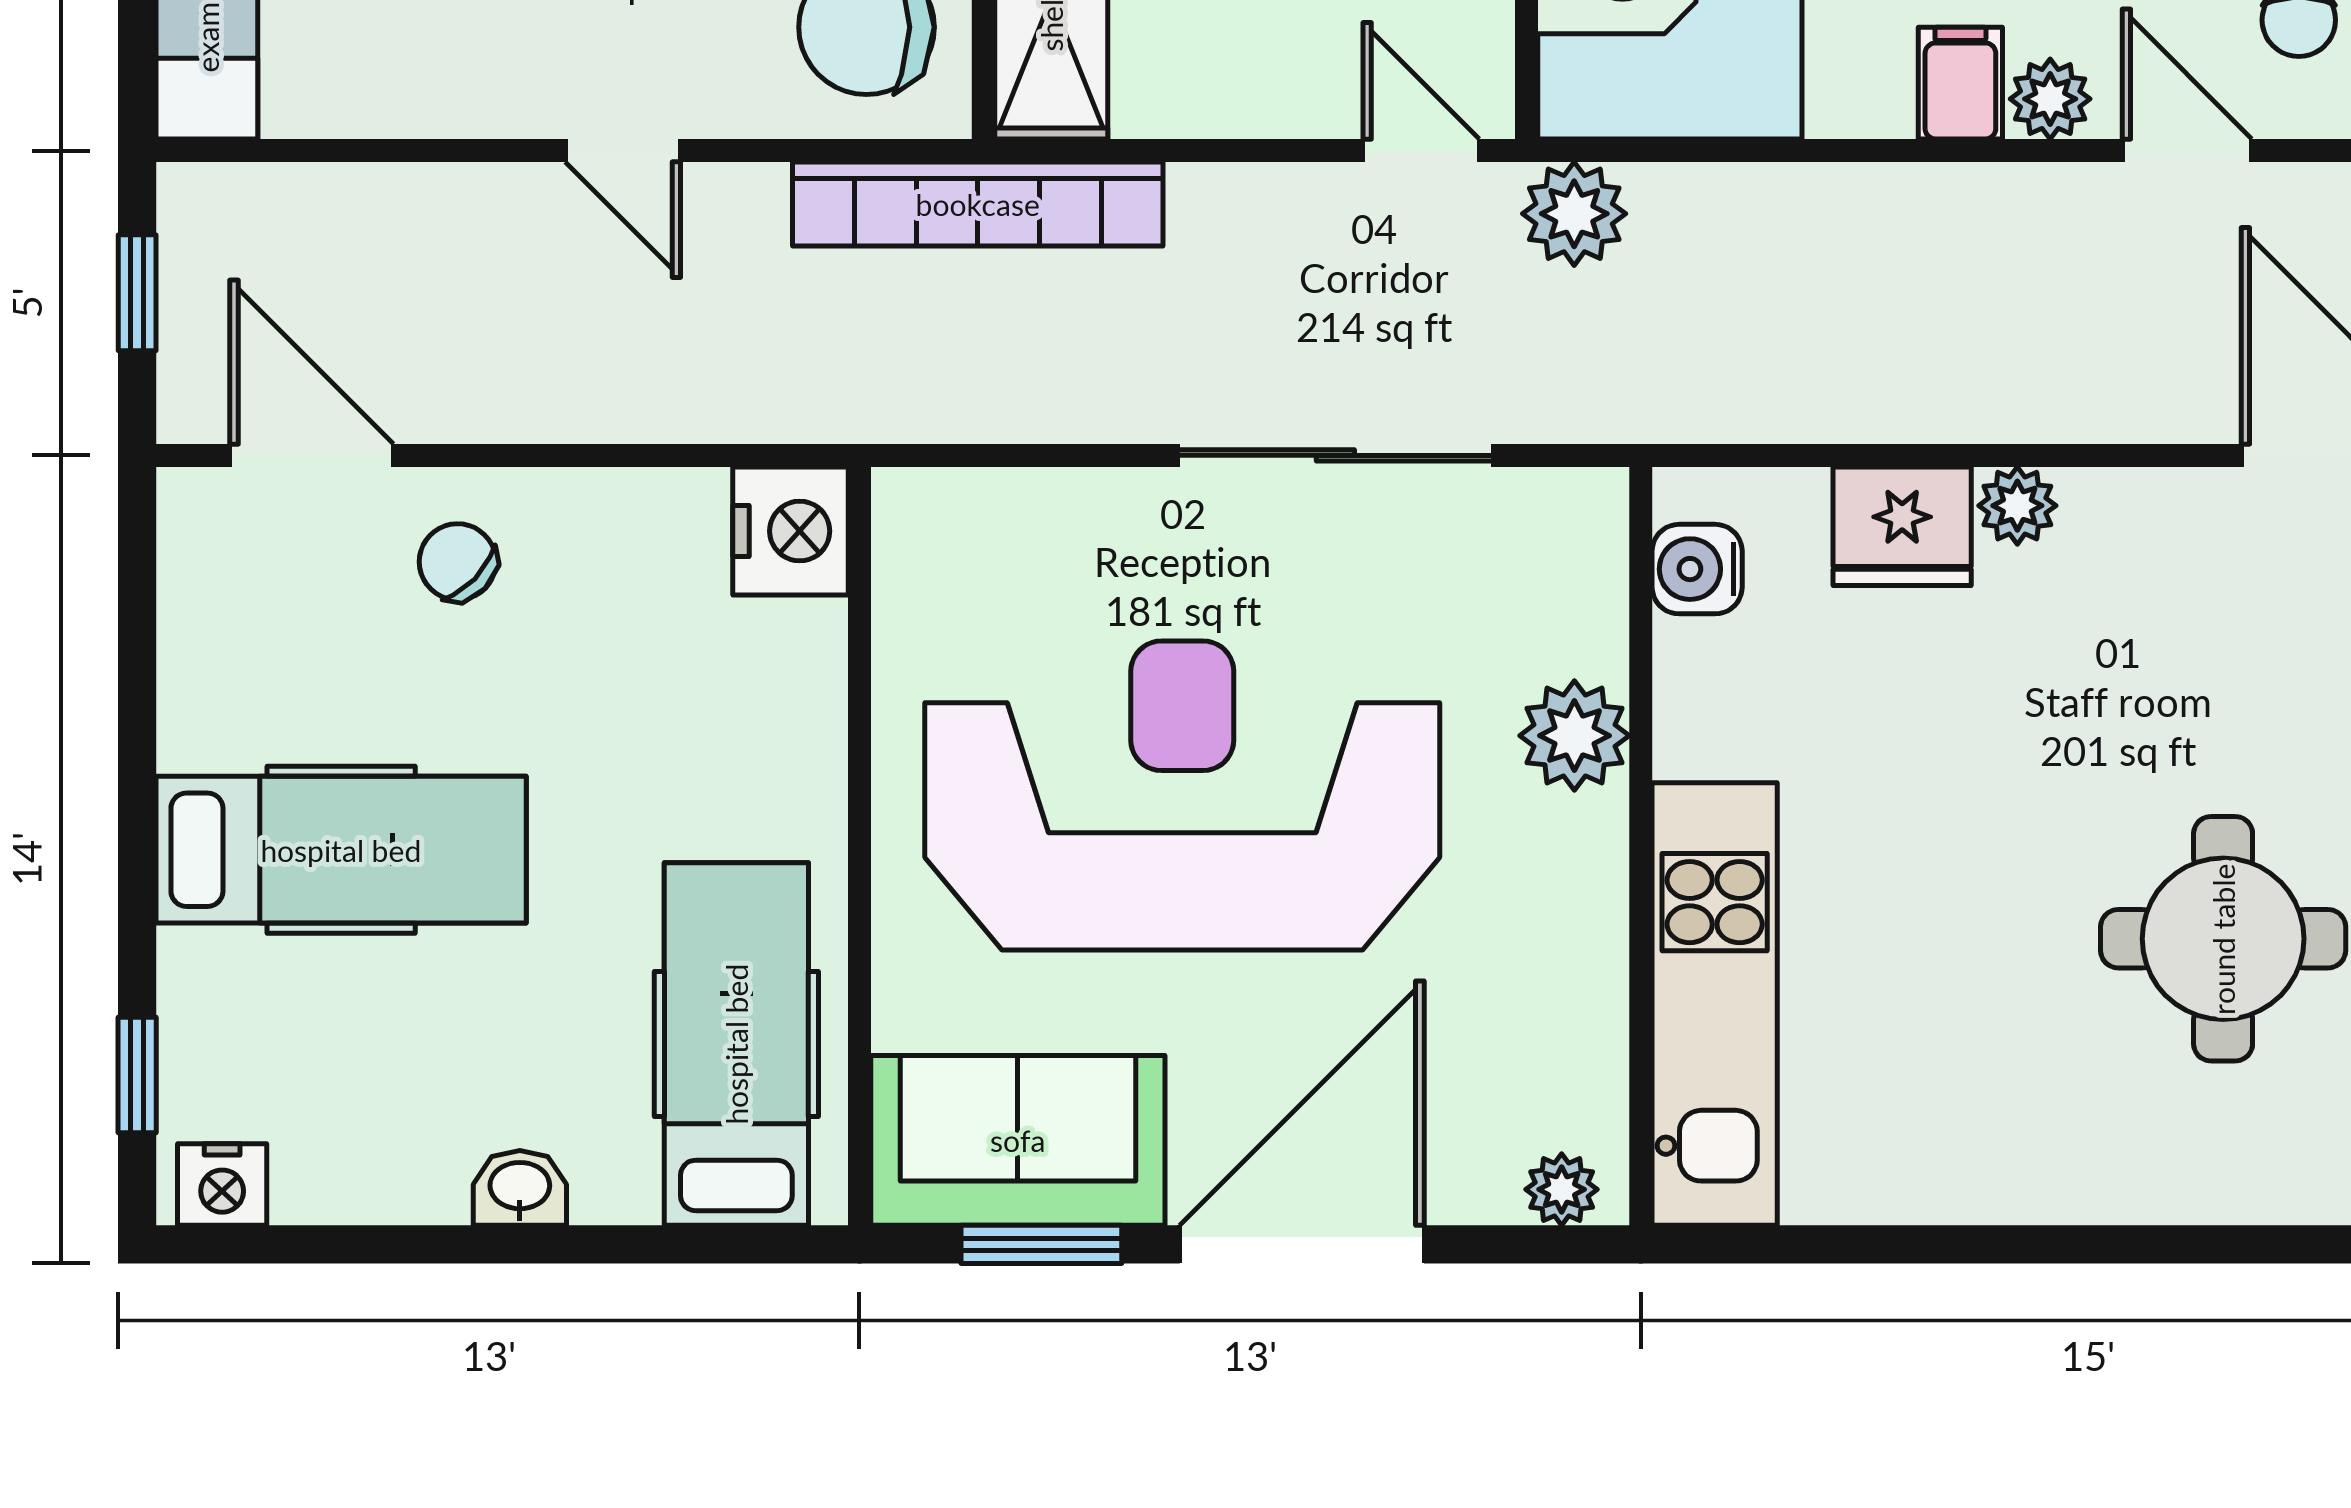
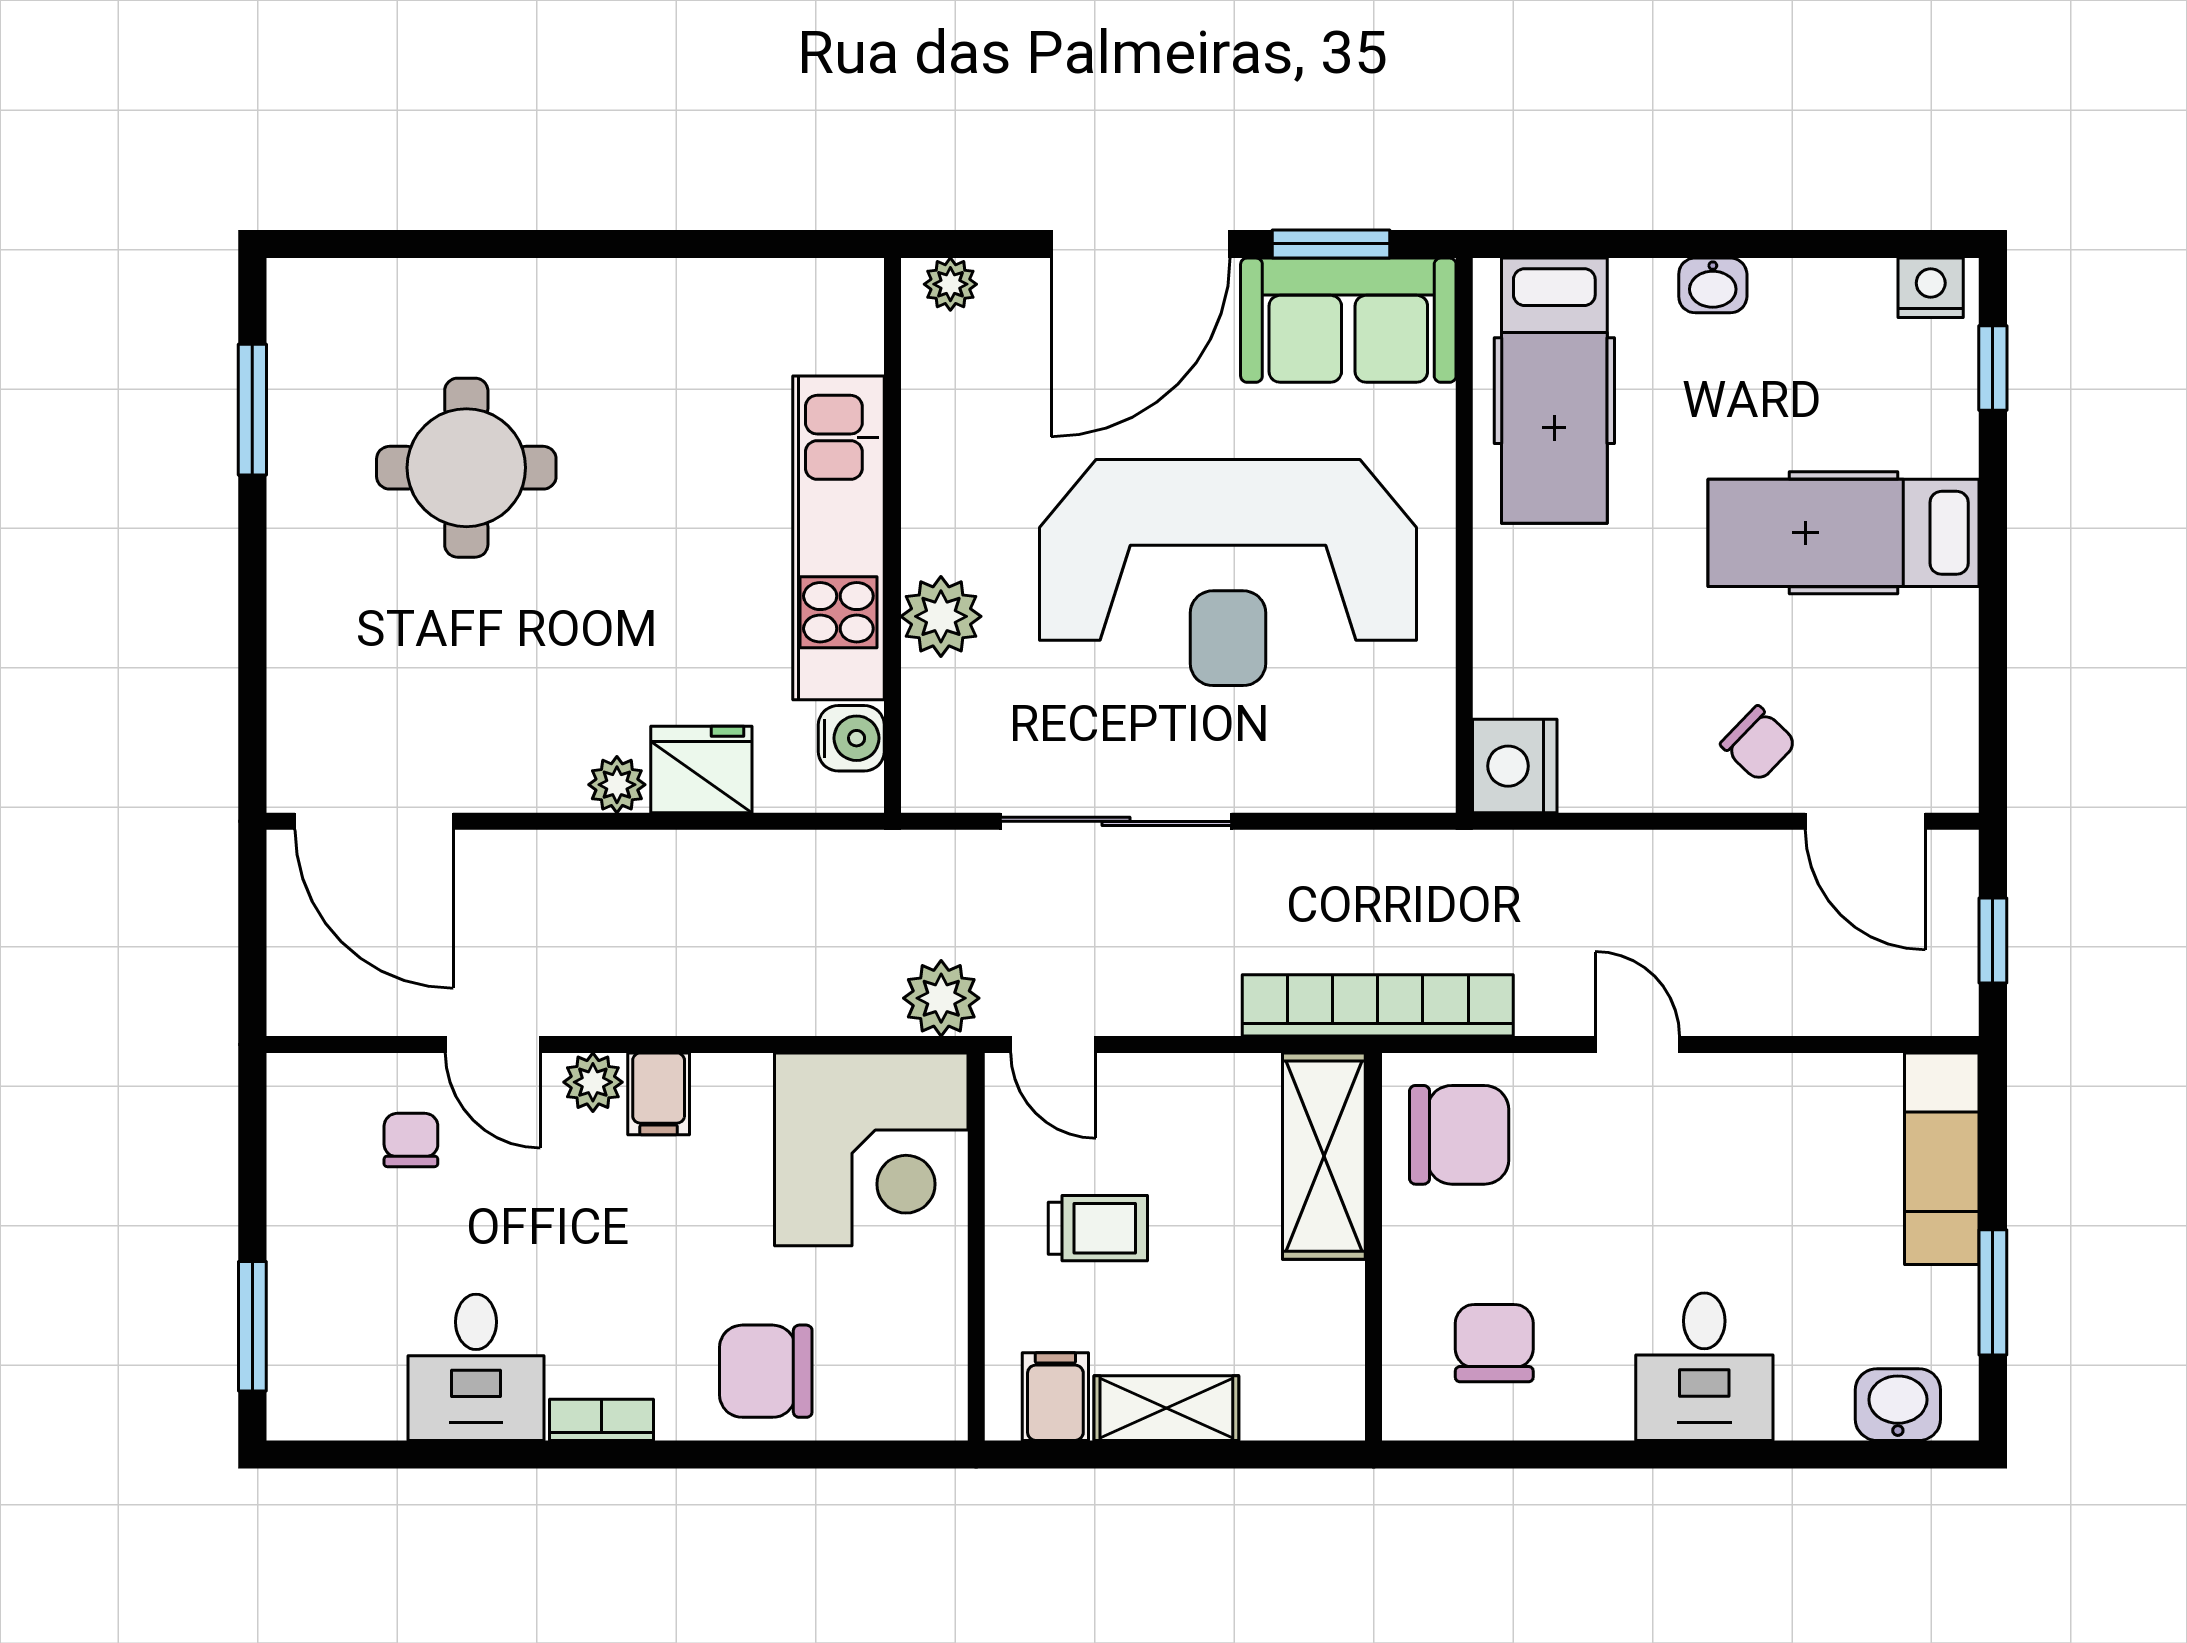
kitchen unit: (1715, 1004) -> (838, 538), moved

